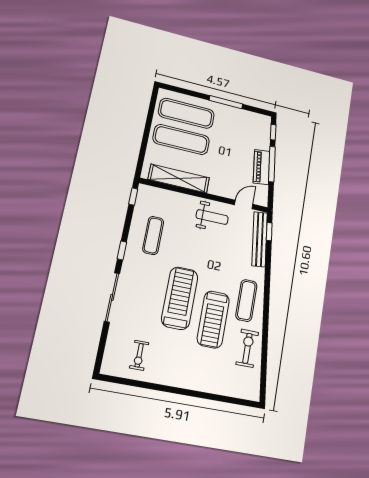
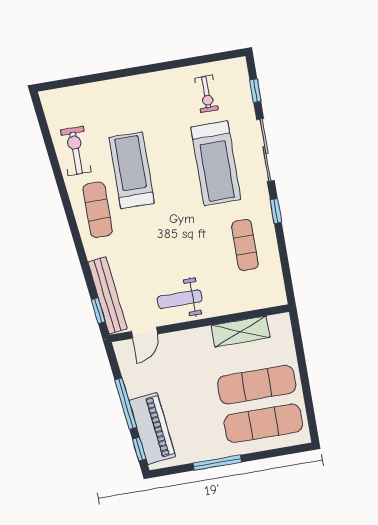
piano: (262, 167) -> (152, 429), moved, width x1.37, depth x1.33
shelving: (179, 179) -> (240, 331), width x0.68
window: (133, 197) -> (255, 91), moved
treadmill: (180, 298) -> (216, 163), moved
exercise bike: (247, 348) -> (76, 151), turned 180
exercise bike: (139, 355) -> (207, 94), turned 180

